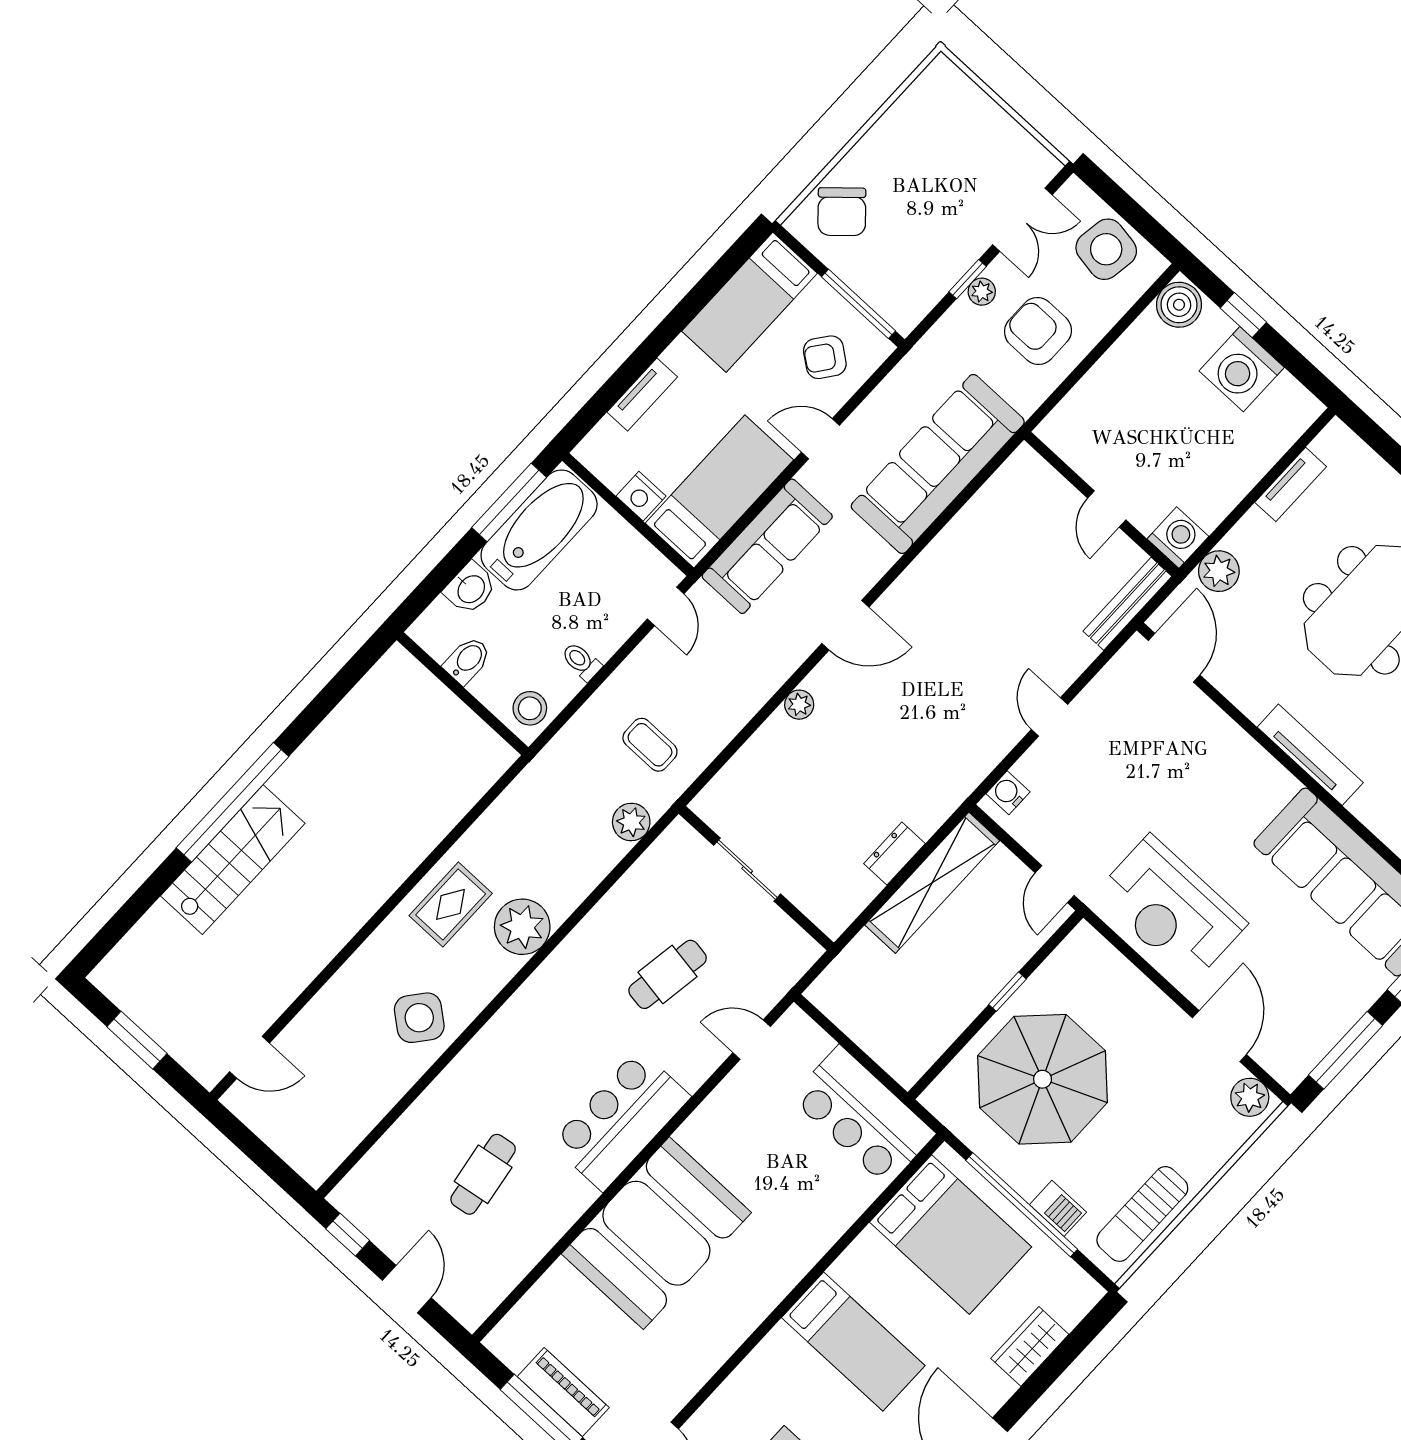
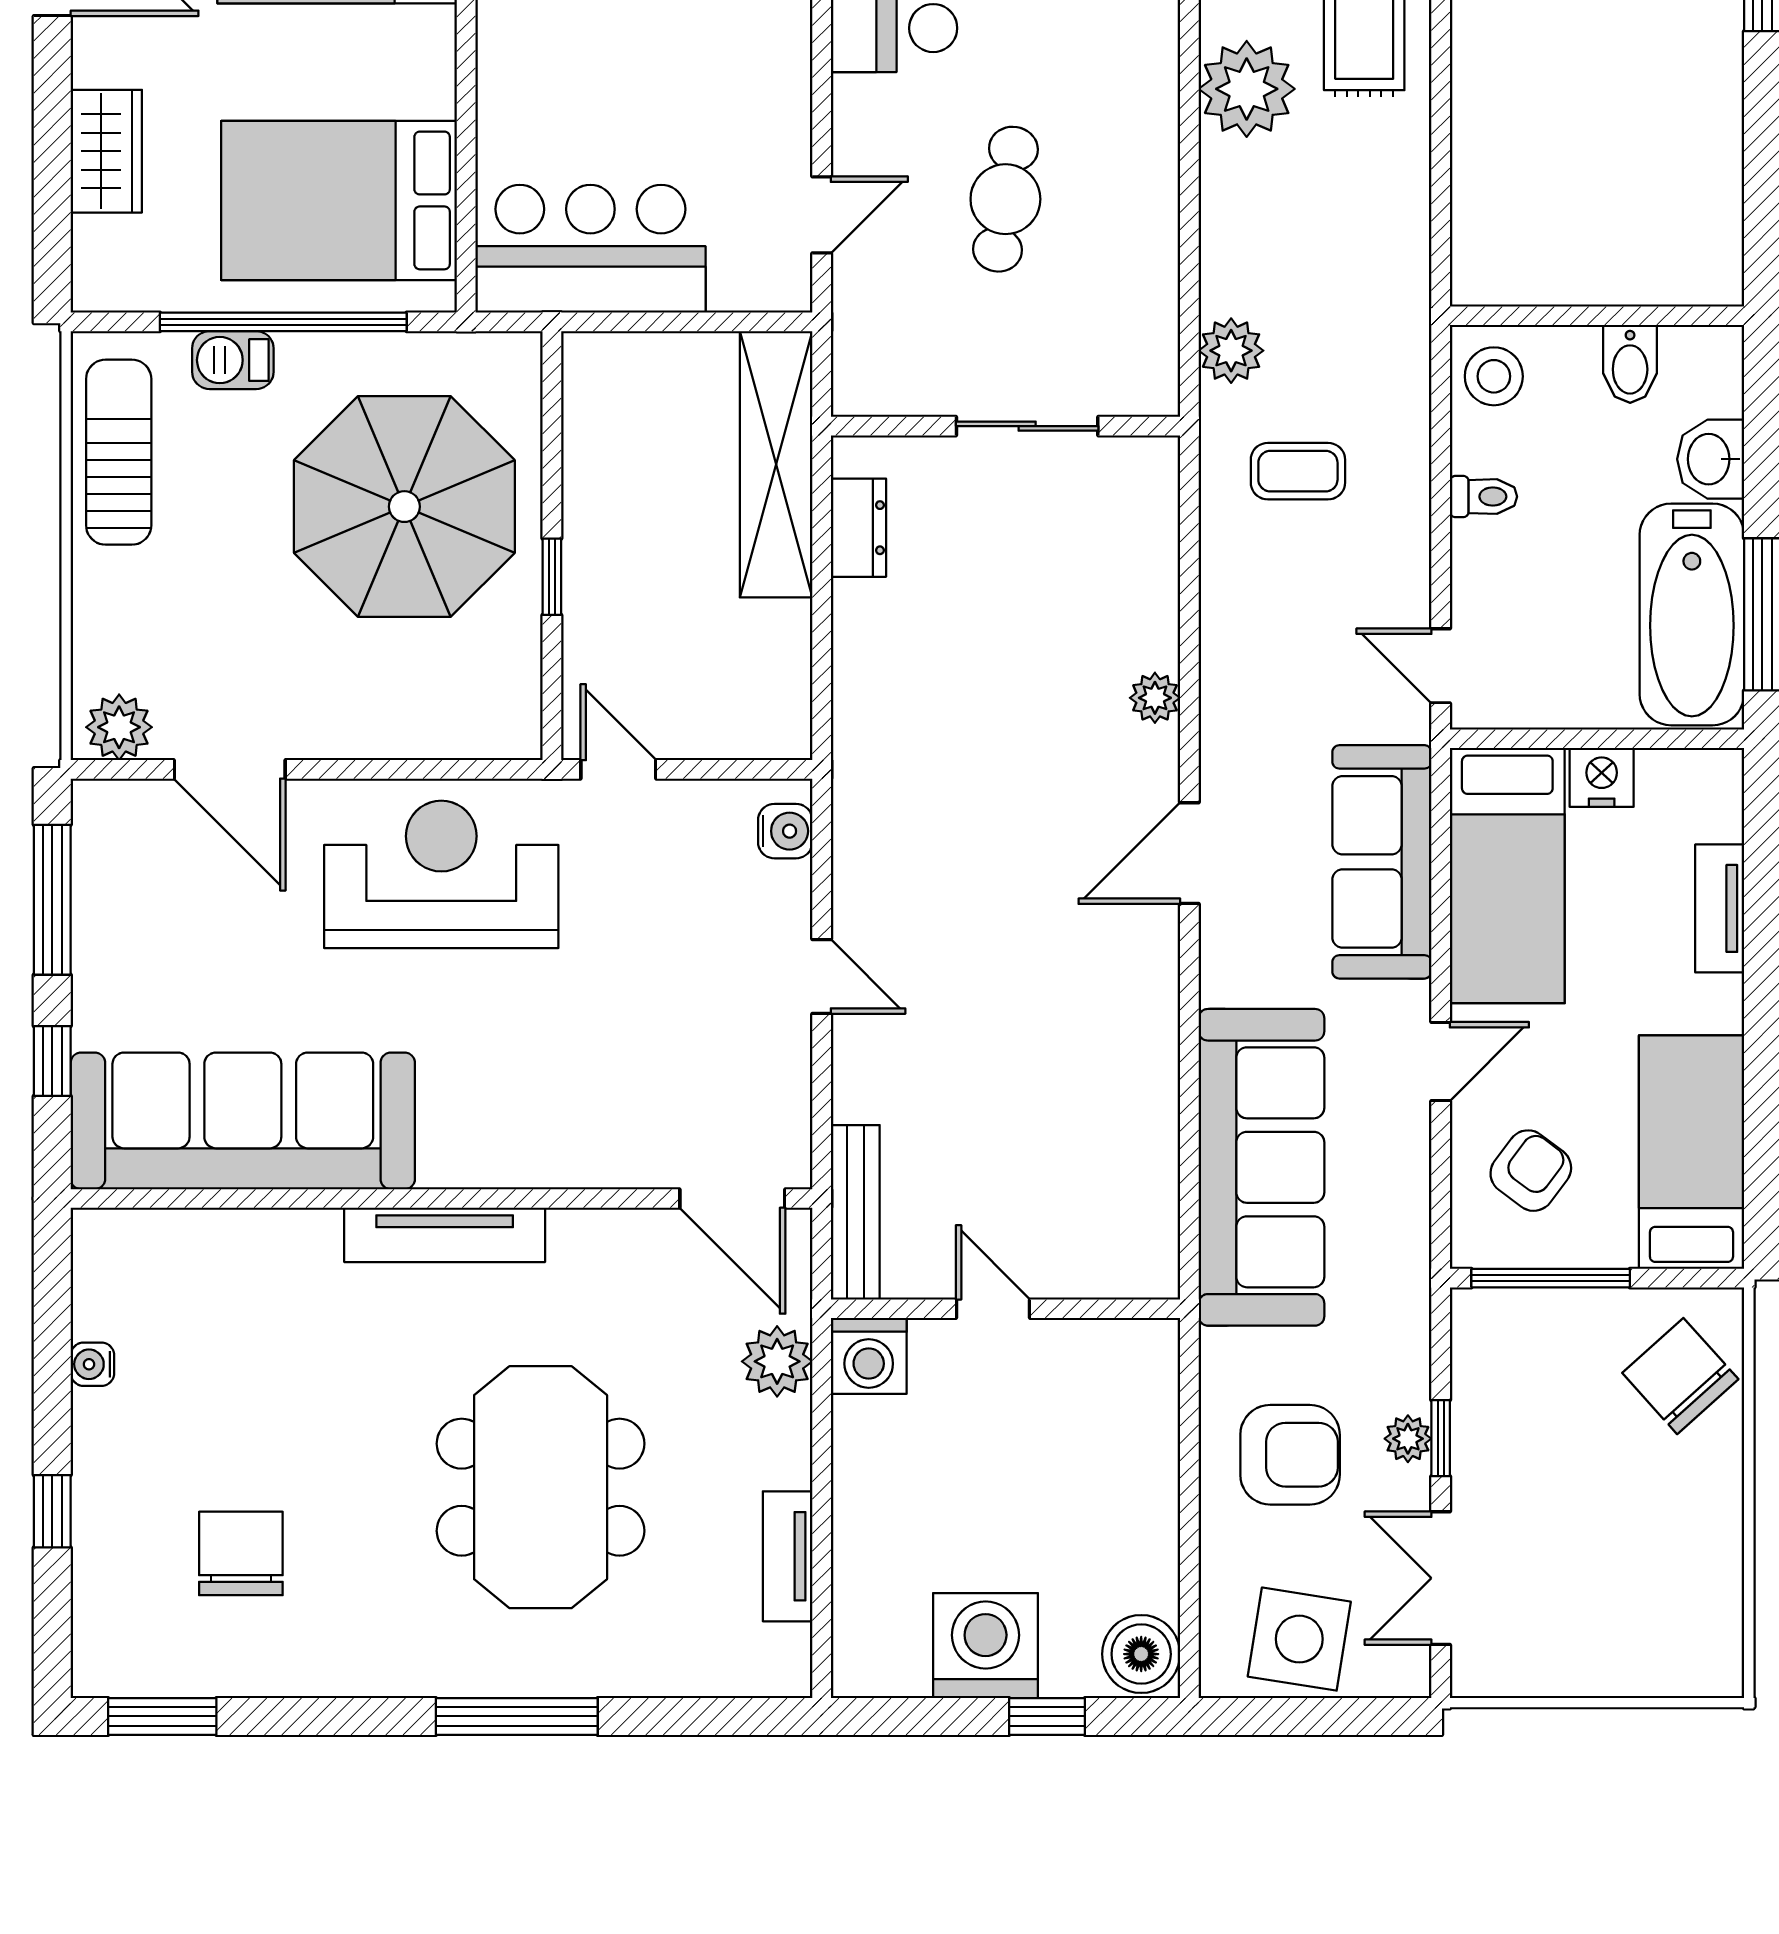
dresser: (894, 854) -> (858, 528), moved
shelving: (932, 883) -> (776, 464), moved

